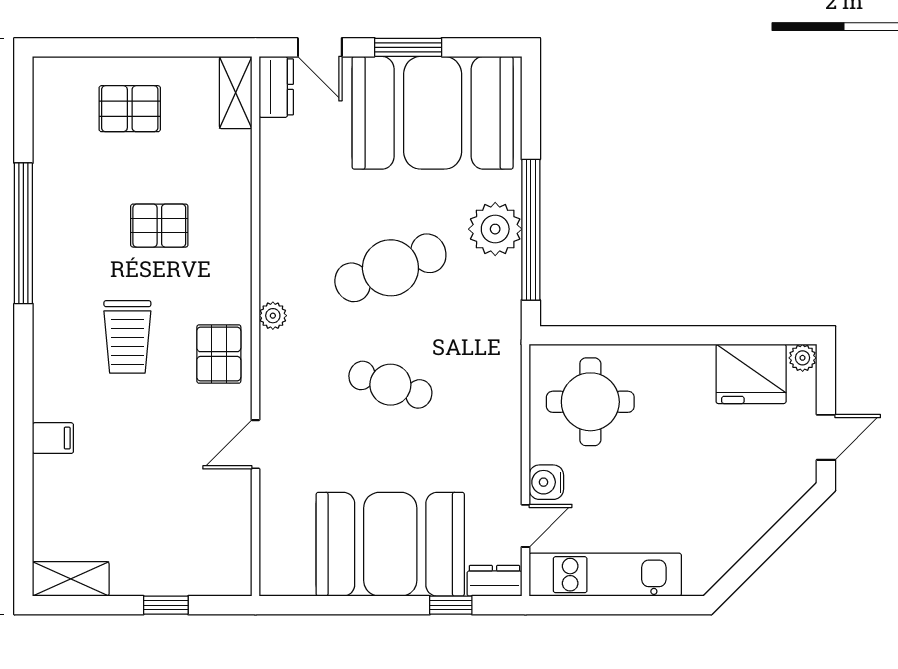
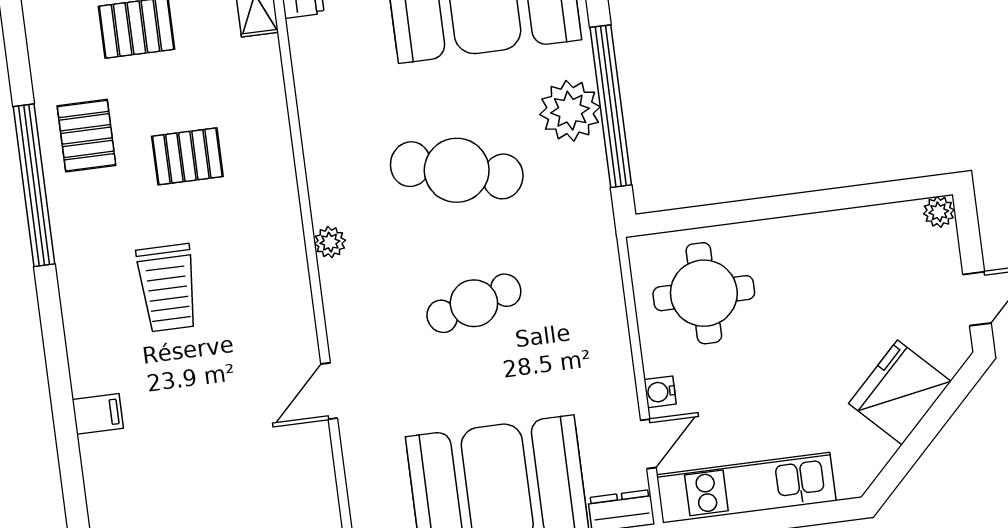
cafe table: (390, 268) -> (457, 170), turned 36
pallet: (219, 354) -> (86, 136), moved
fridge: (751, 374) -> (900, 392), moved, turned 135
cafe table: (390, 385) -> (474, 303), turned -33
water cooler: (546, 482) -> (660, 392), width x0.72, depth x0.72

